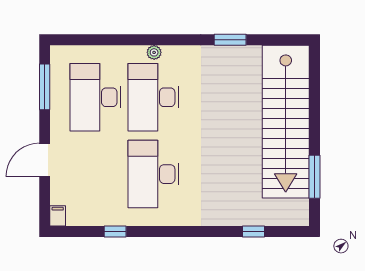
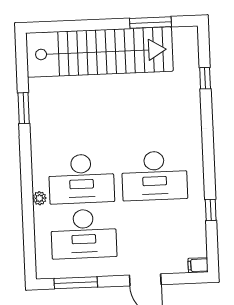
plant: (154, 52) -> (39, 198), moved

